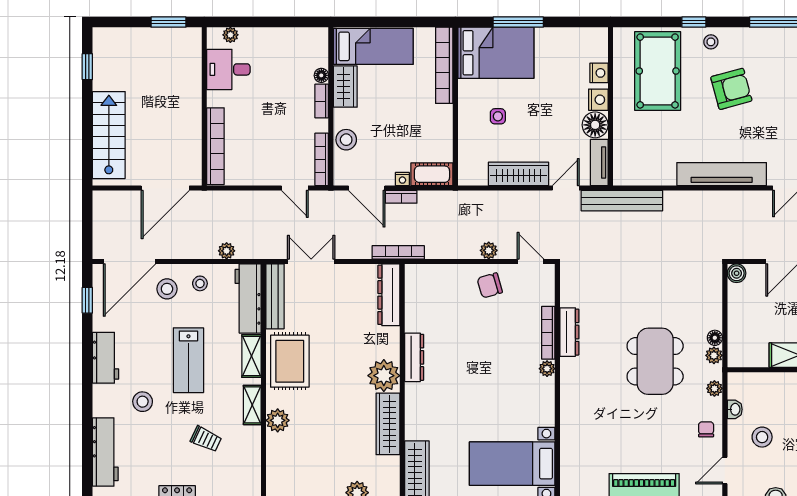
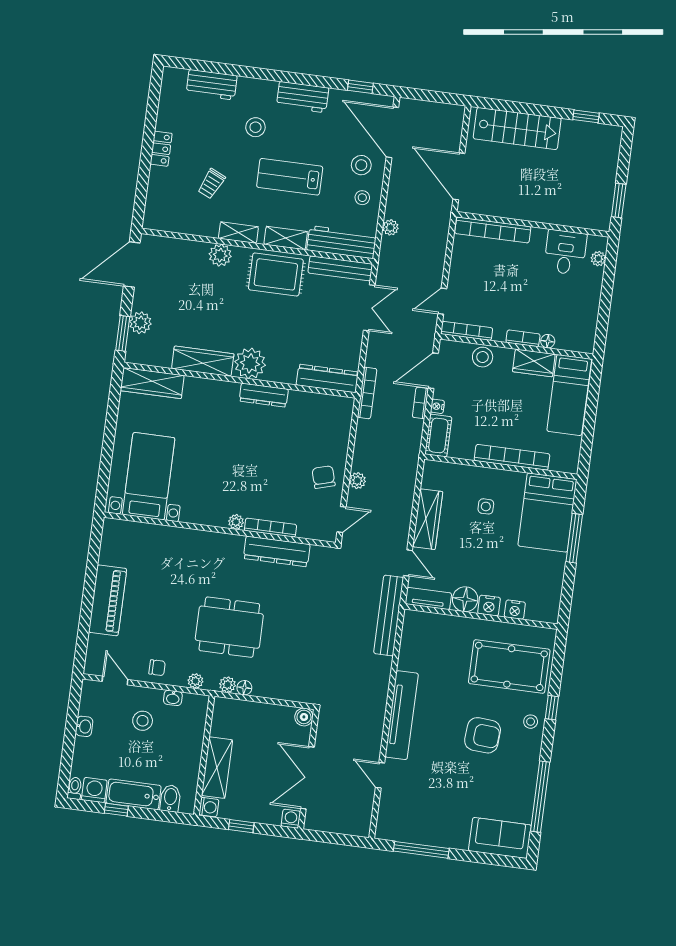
bookcase: (444, 65) -> (512, 457), moved
armchair: (731, 89) -> (483, 735), turned -71
dresser: (569, 332) -> (277, 551), width x1.37, depth x1.24
workbench: (105, 452) -> (212, 85), width x0.73

